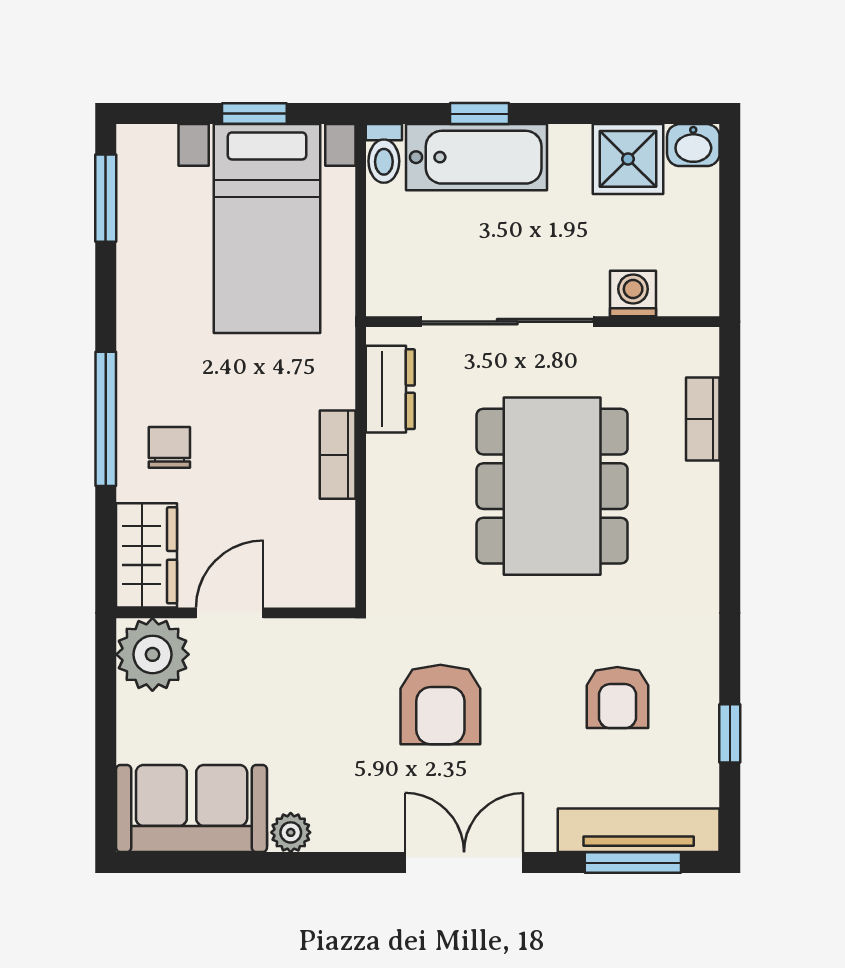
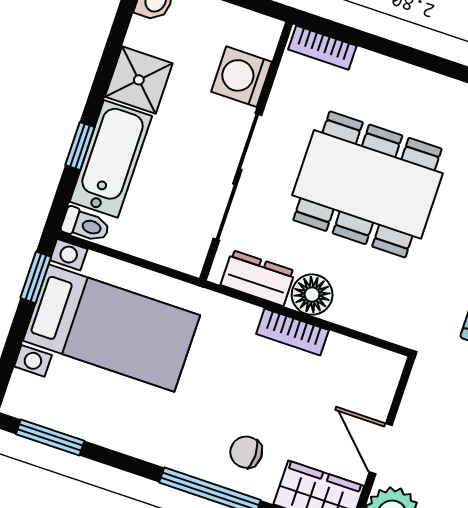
window: (254, 114) -> (36, 277), moved
shower: (628, 159) -> (139, 80), moved
washing machine: (633, 294) -> (242, 77), width x1.38, depth x1.38
bookcase: (703, 419) -> (322, 48), moved
floor lamp: (392, 463) -> (312, 295), added

